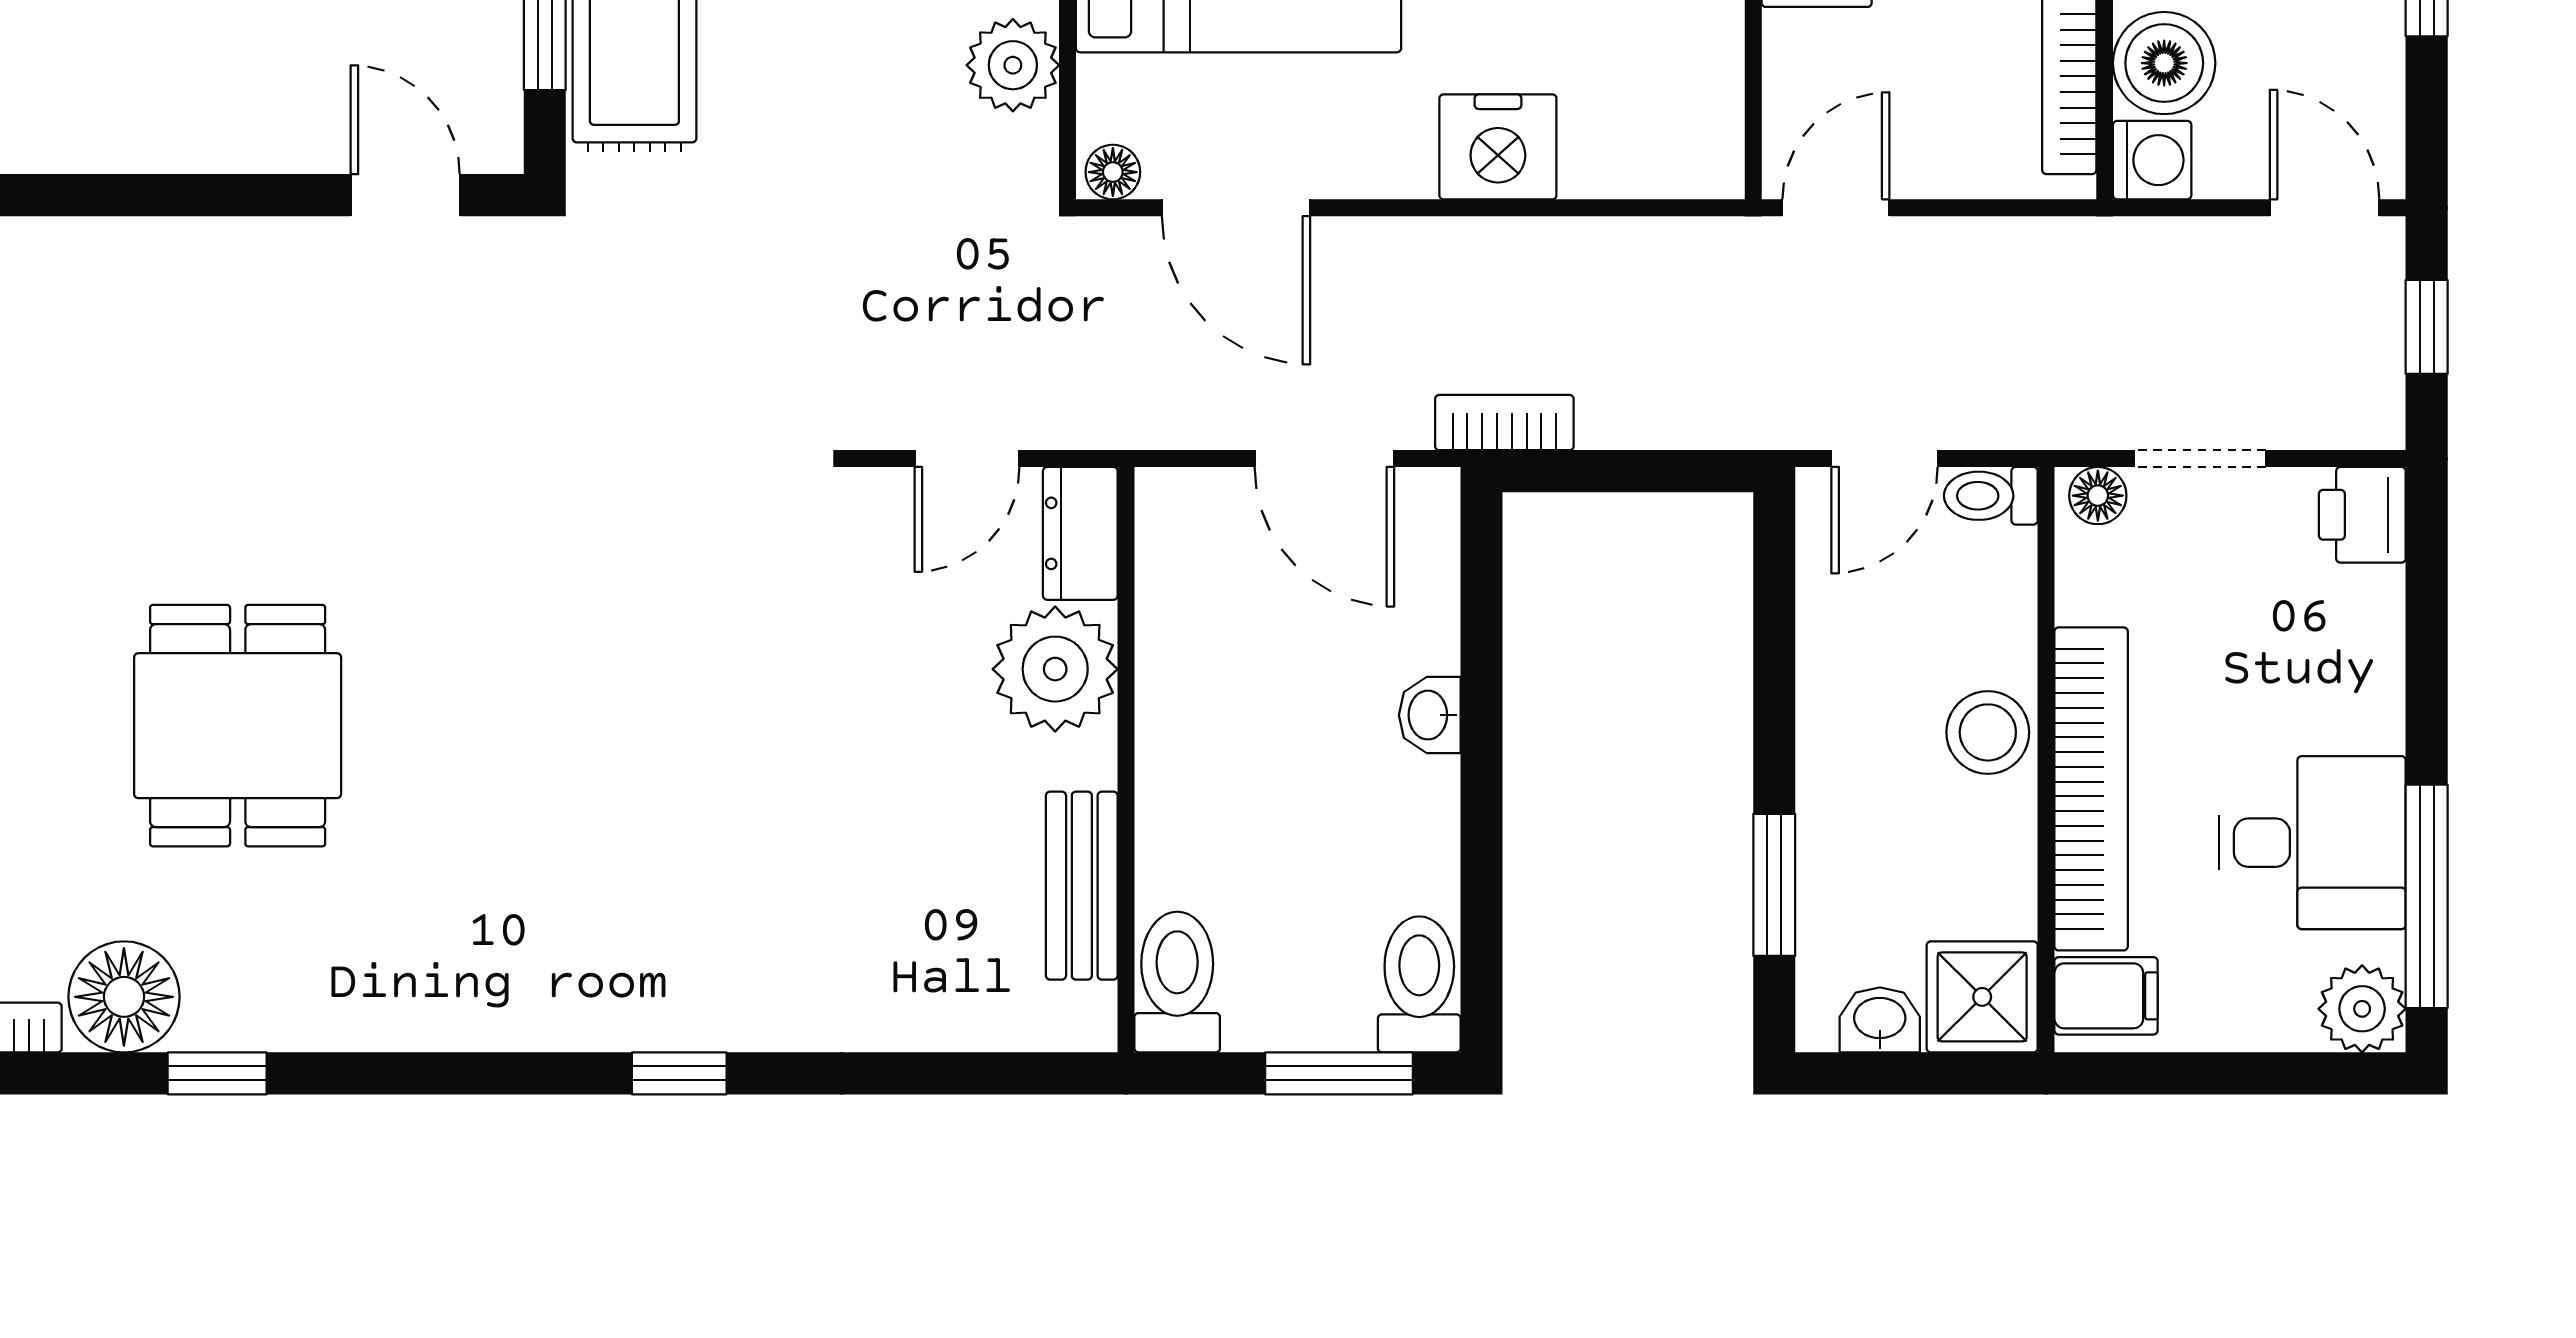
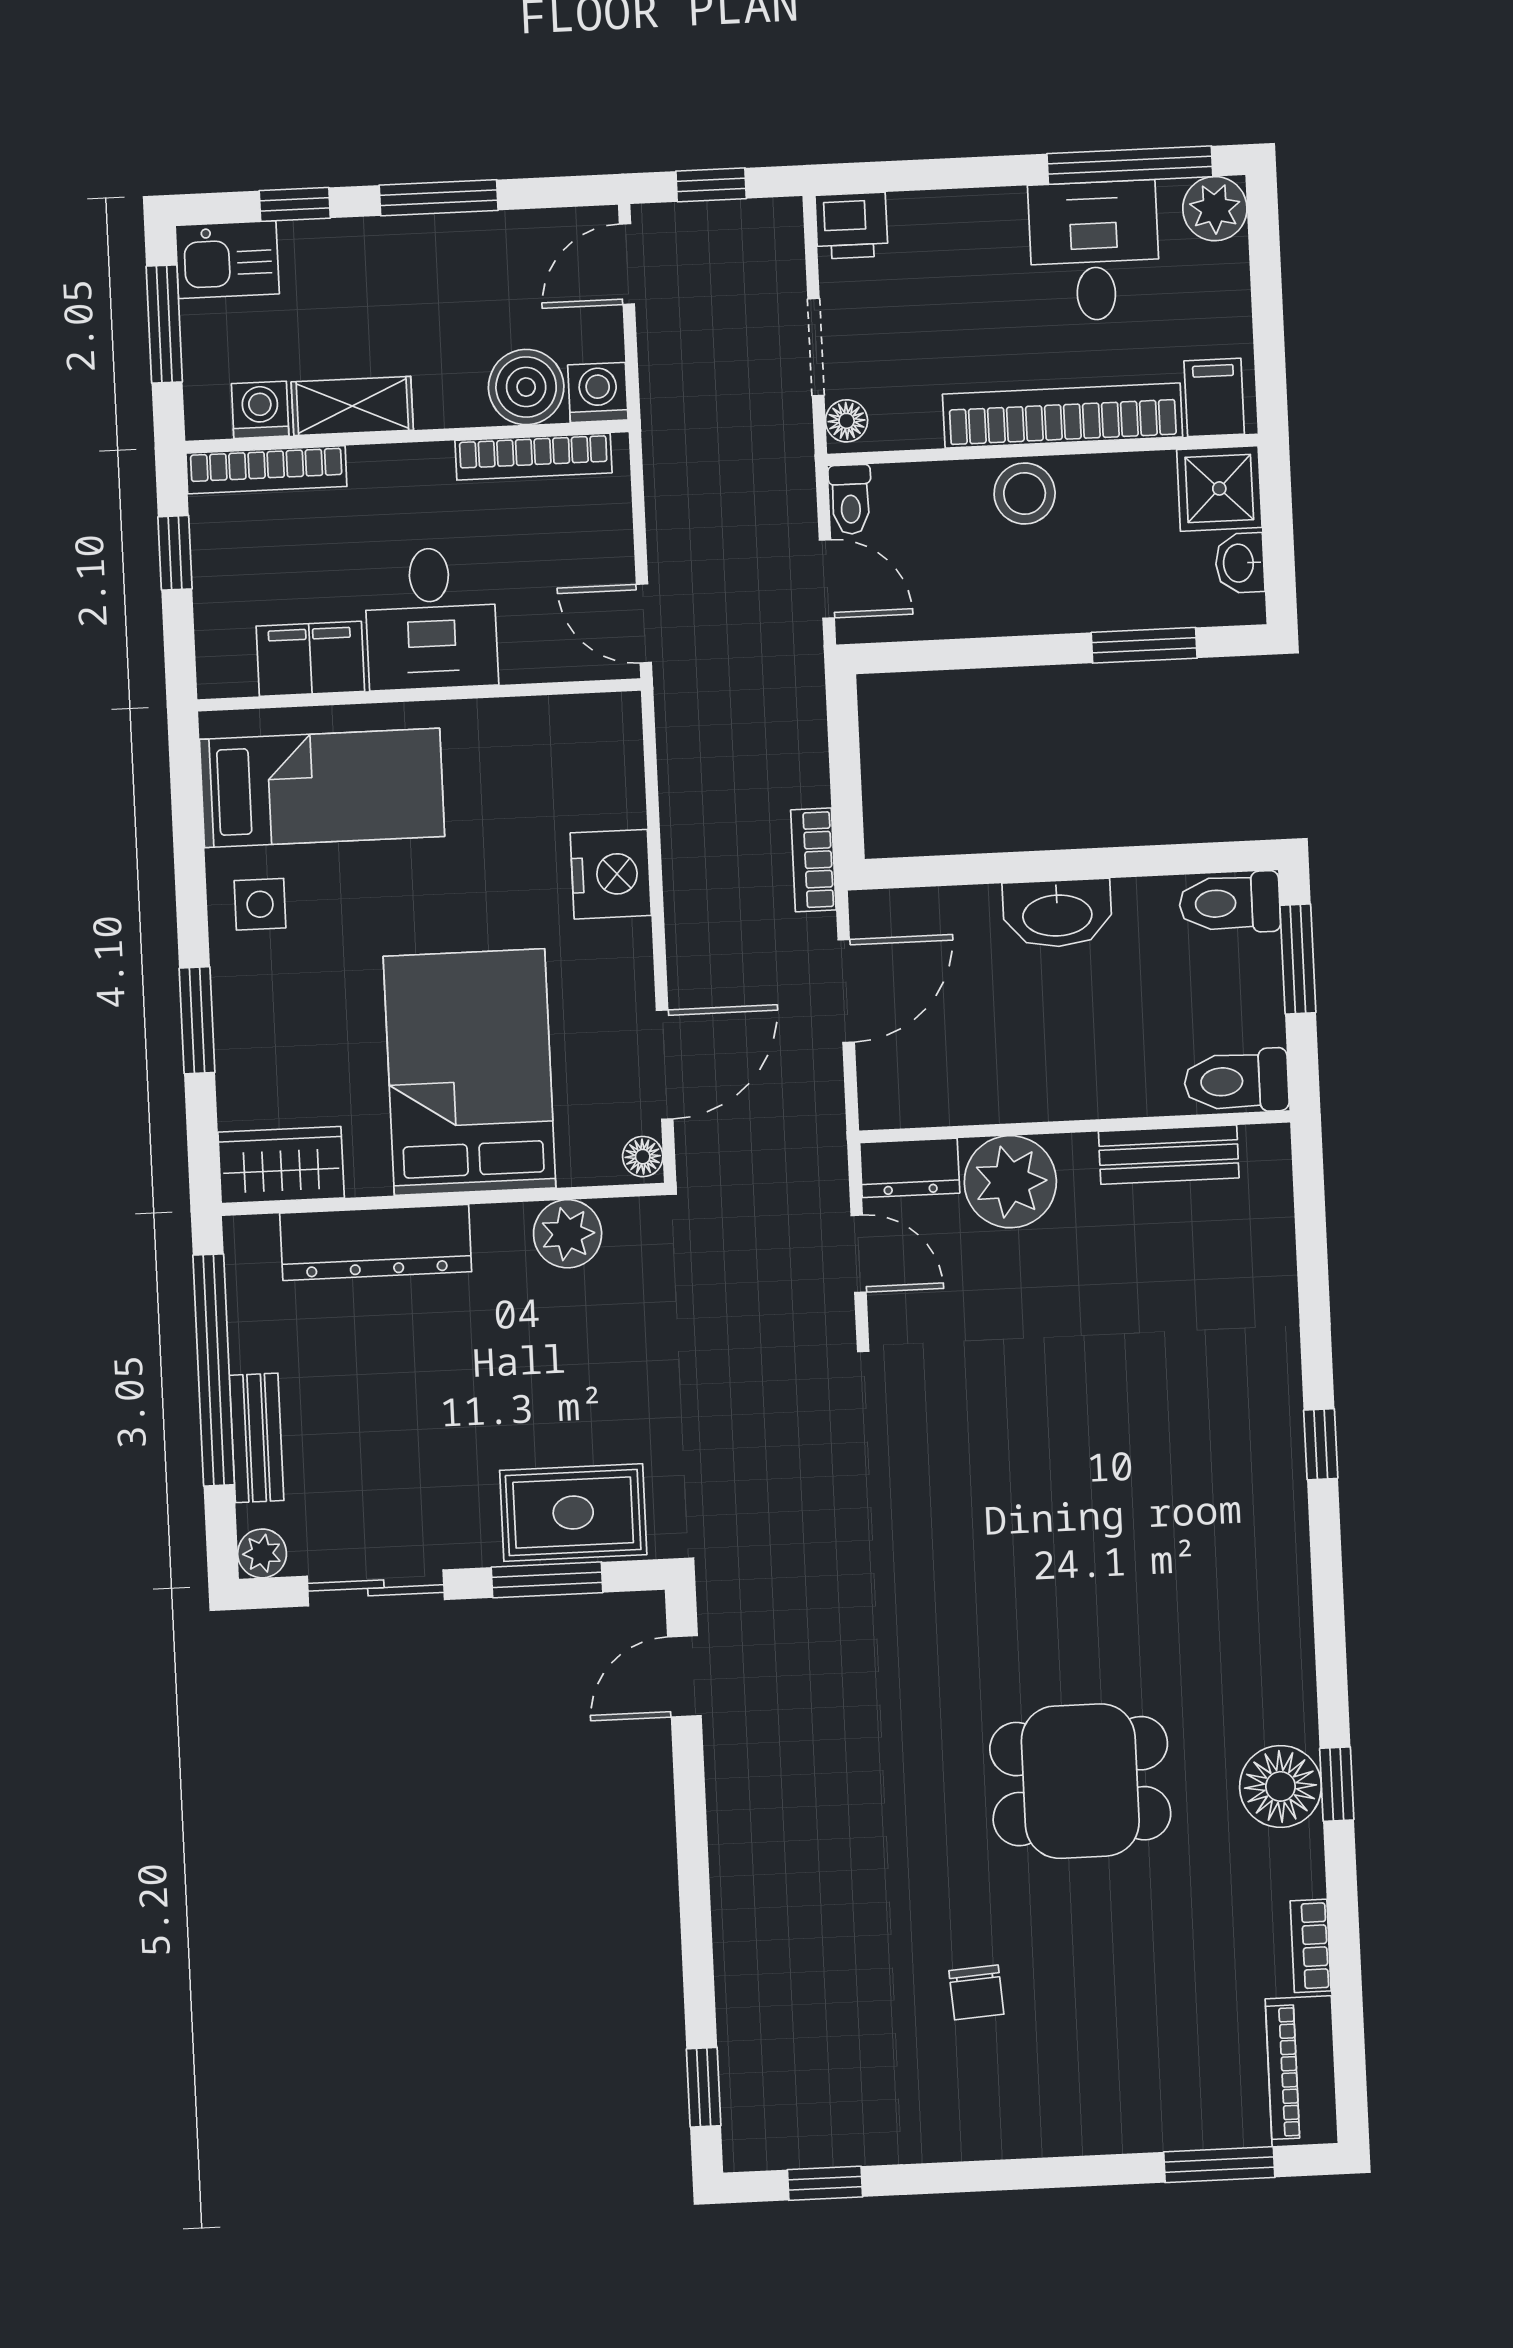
washbasin: (1430, 715) -> (1057, 914), width x1.91, depth x1.45
floor lamp: (124, 997) -> (1280, 1786), moved

